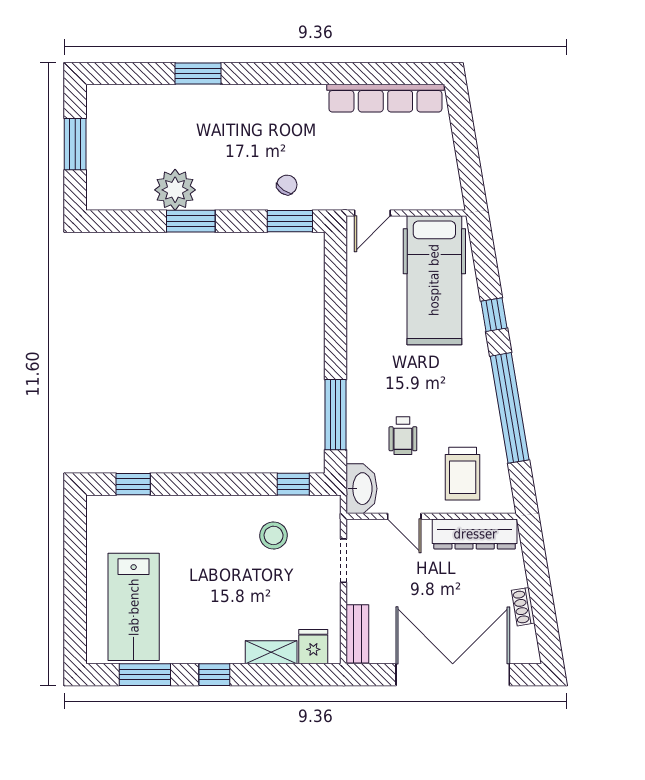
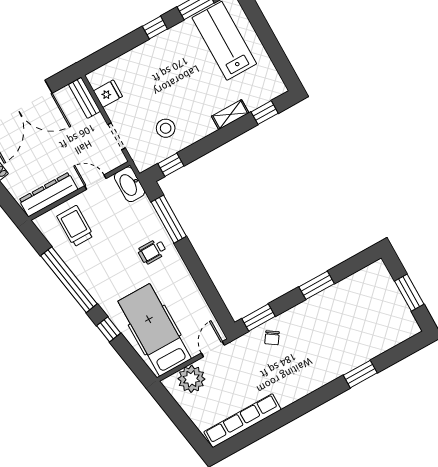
plant: (175, 190) -> (191, 379), moved
wheelchair: (403, 436) -> (152, 251), moved, turned -90
fridge: (313, 647) -> (108, 94), moved, turned -90
shelving: (271, 652) -> (230, 115), moved

